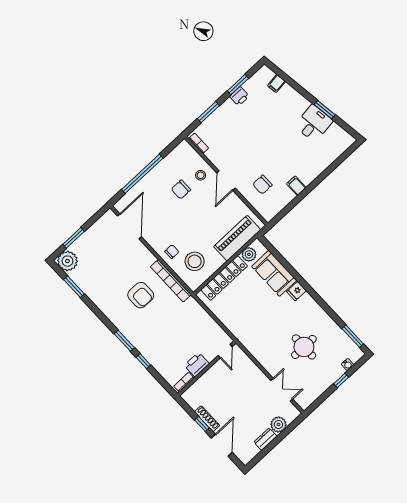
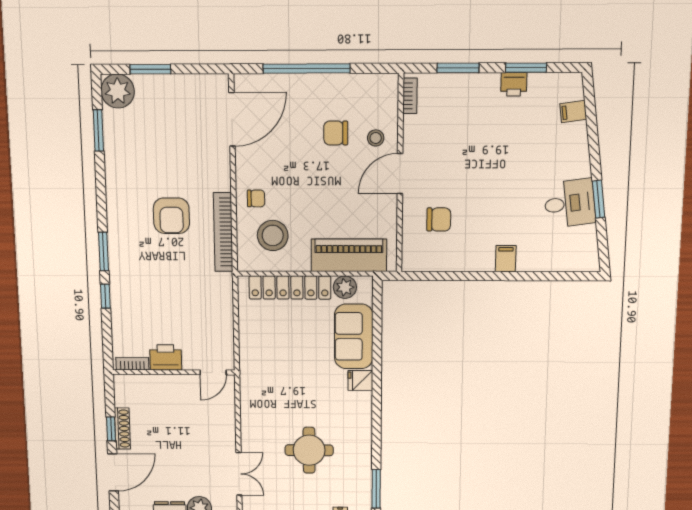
chair: (262, 185) -> (439, 219), turned 180
filing cabinet: (296, 186) -> (506, 259), moved

